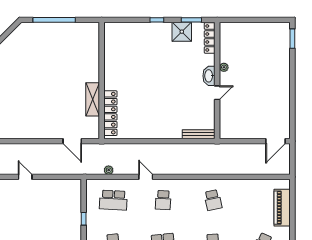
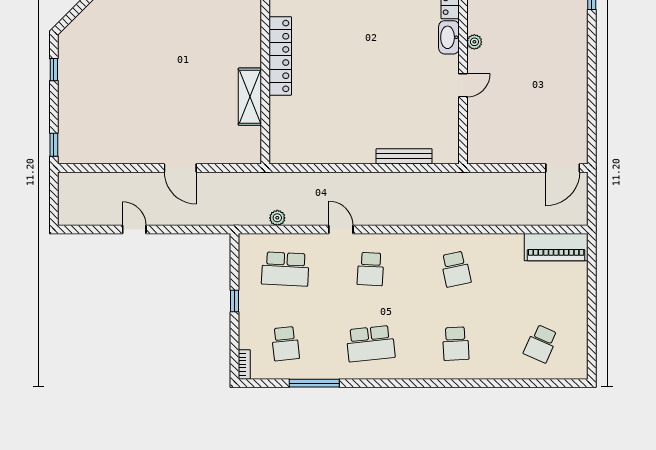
washbasin: (209, 76) -> (449, 37), moved
locker: (110, 113) -> (280, 56), moved
bench: (199, 134) -> (404, 156), moved
door: (72, 141) -> (180, 168), moved
piano: (282, 208) -> (556, 247), moved, turned -90

